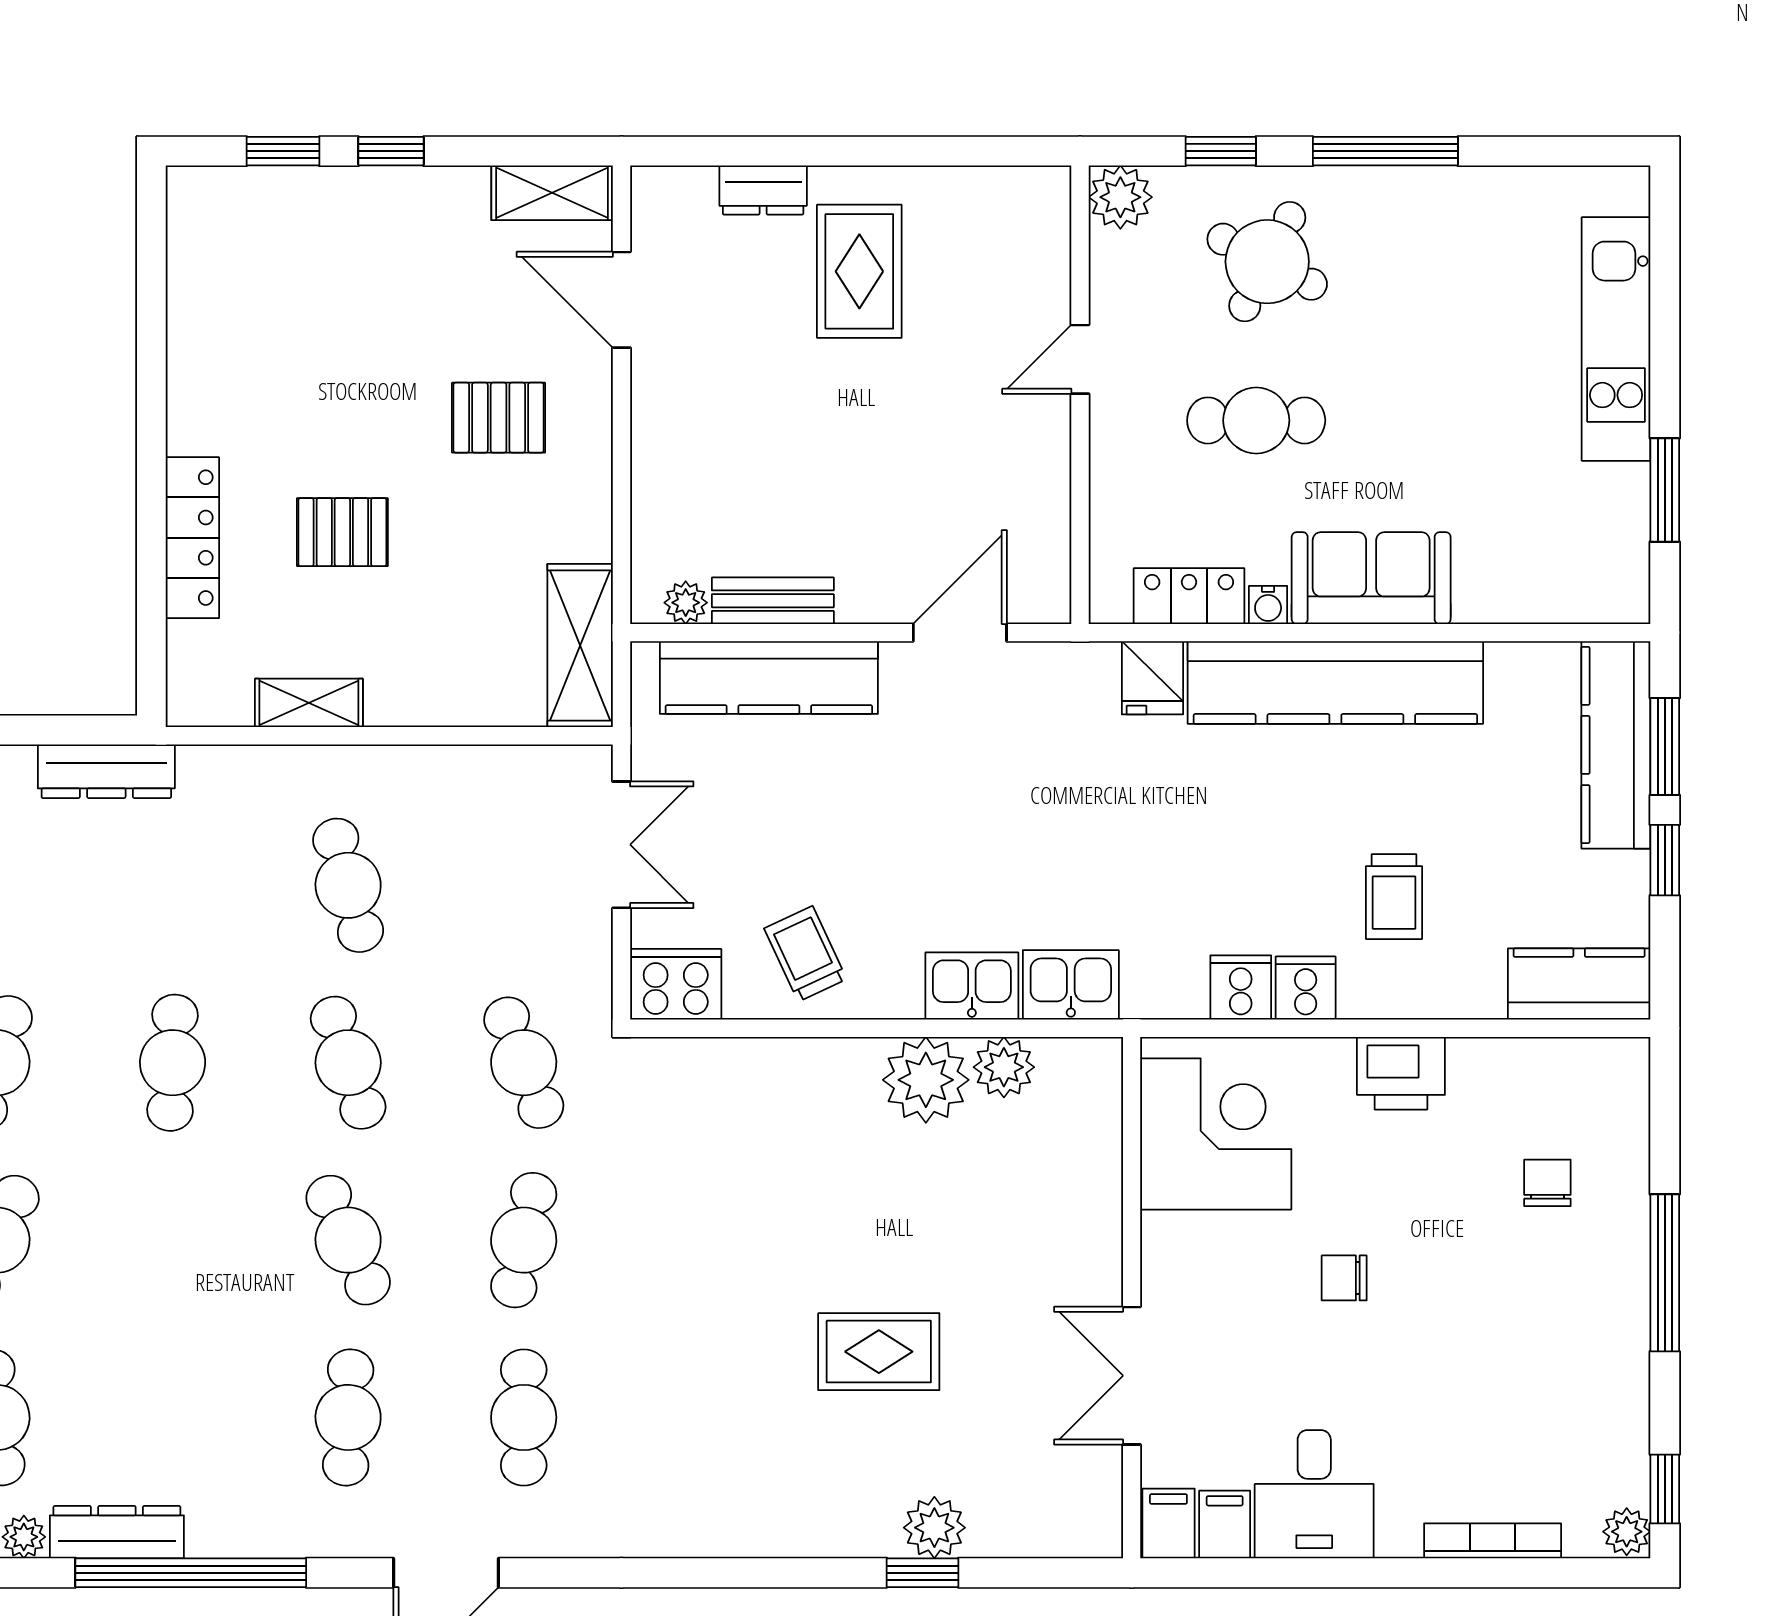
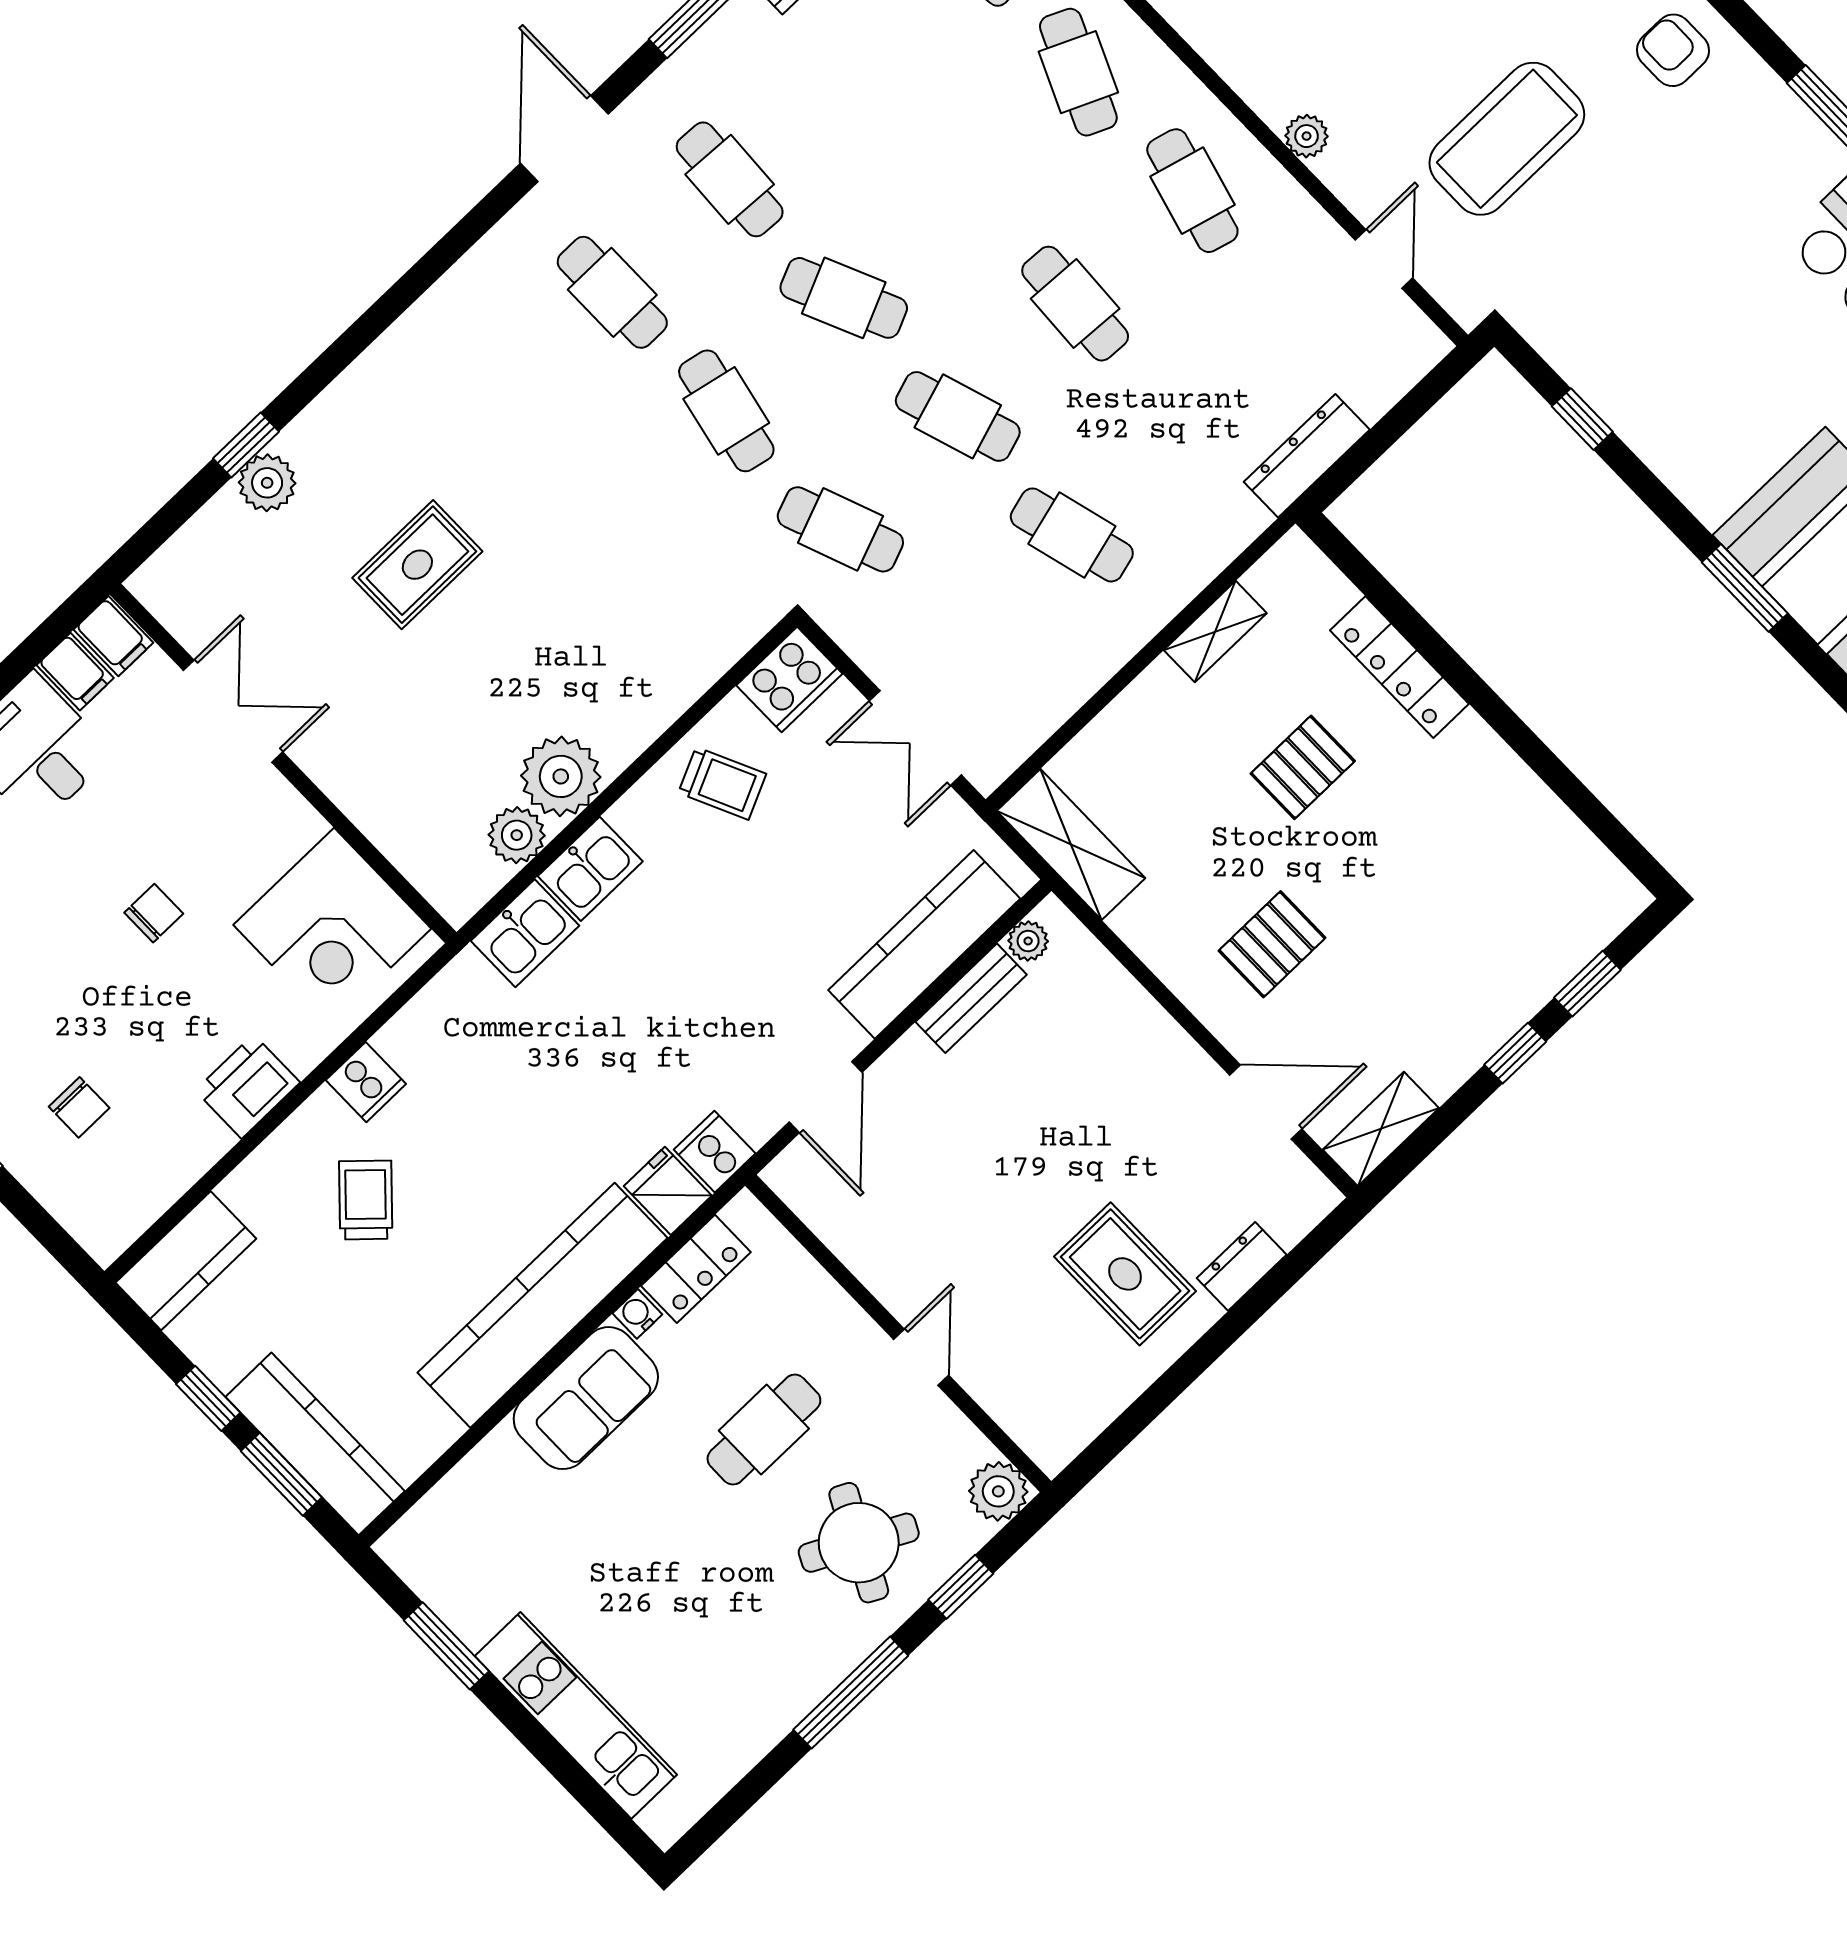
trolley: (1394, 897) -> (366, 1200), turned 43
cooker: (1241, 987) -> (715, 1152), moved, turned 180

